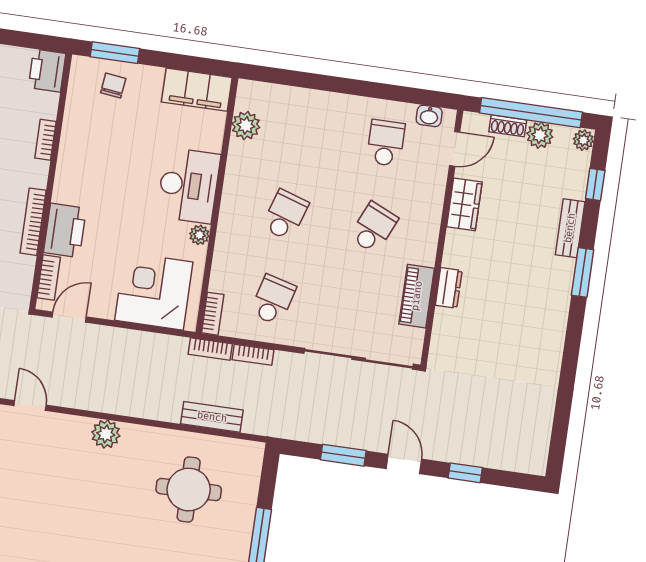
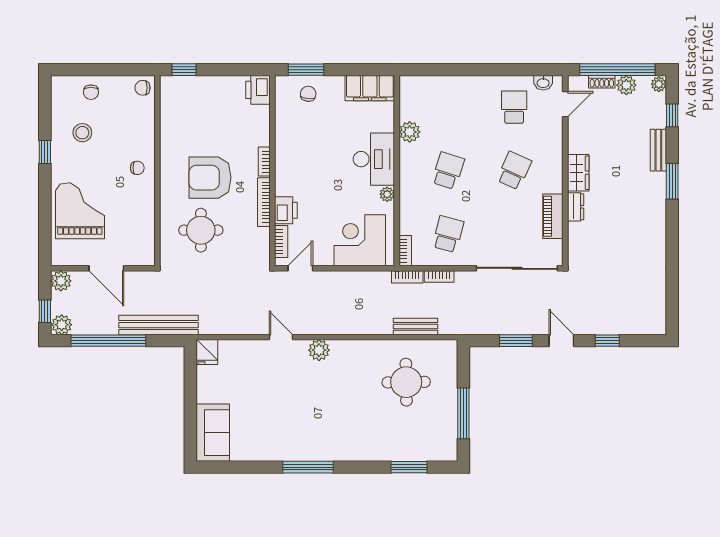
plant: (246, 125) -> (410, 132), moved
bookcase: (45, 140) -> (264, 162), moved
wardrobe: (464, 204) -> (578, 173), moved
printer: (65, 230) -> (286, 210), width x0.73, depth x0.84
plant: (106, 434) -> (319, 350), moved

